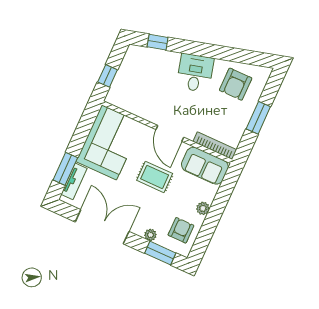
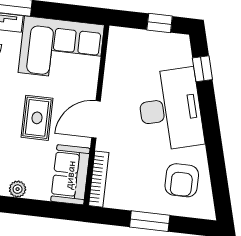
desk: (195, 73) -> (170, 109), width x1.87, depth x1.30
window: (108, 76) -> (160, 23), moved
armchair: (236, 84) -> (182, 180), turned -90

